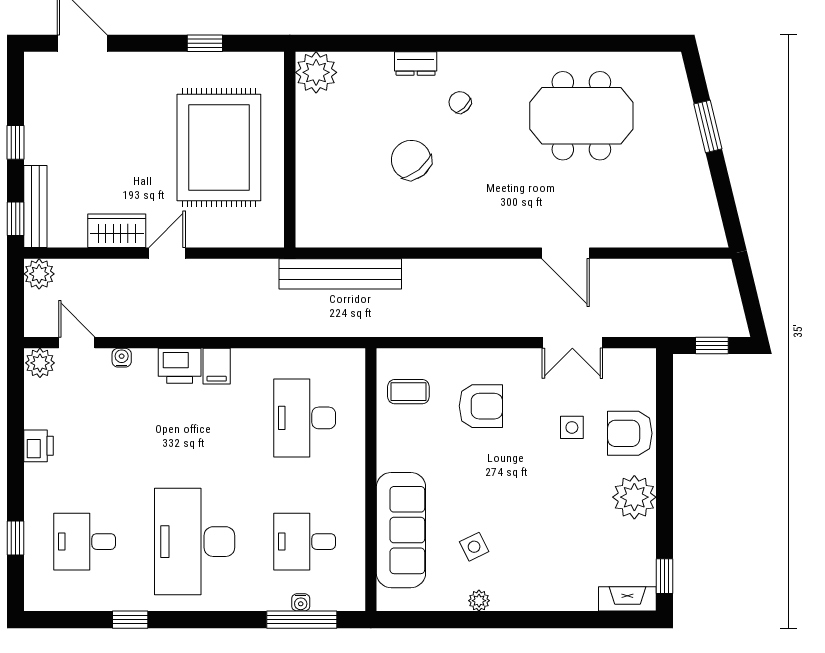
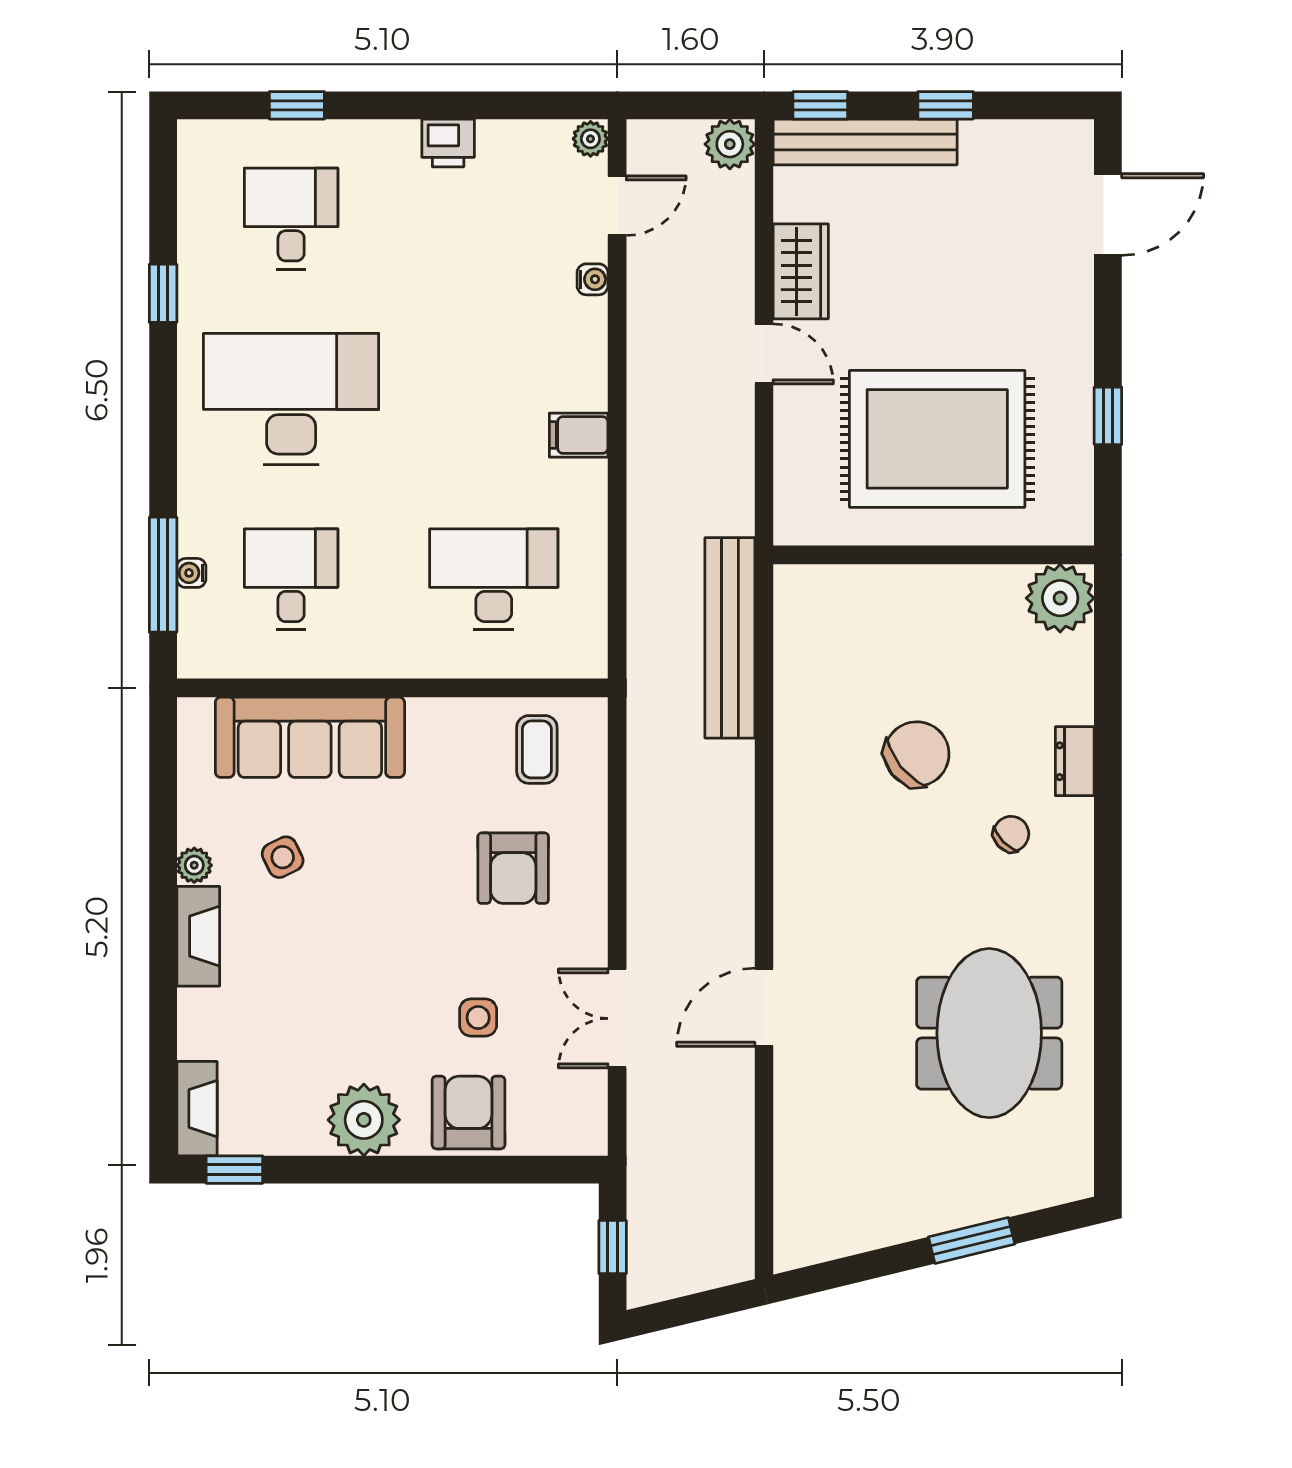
bench: (35, 206) -> (865, 142), width x1.37, depth x1.21
plant: (40, 363) -> (590, 139), width x0.73, depth x0.73
printer: (180, 366) -> (579, 374), removed
fireplace: (522, 598) -> (198, 936), added

